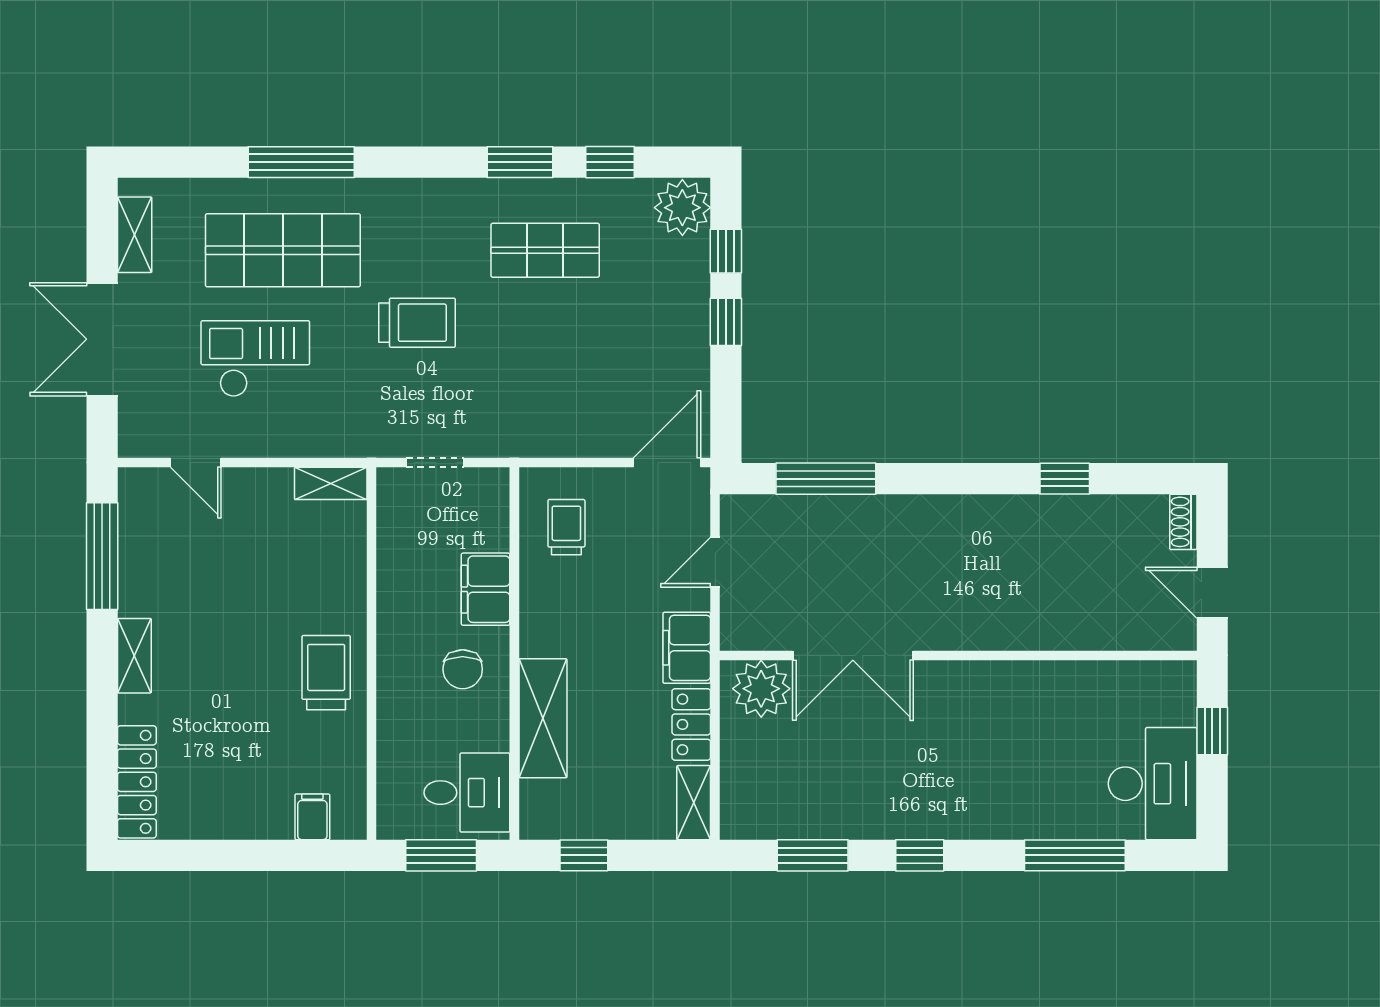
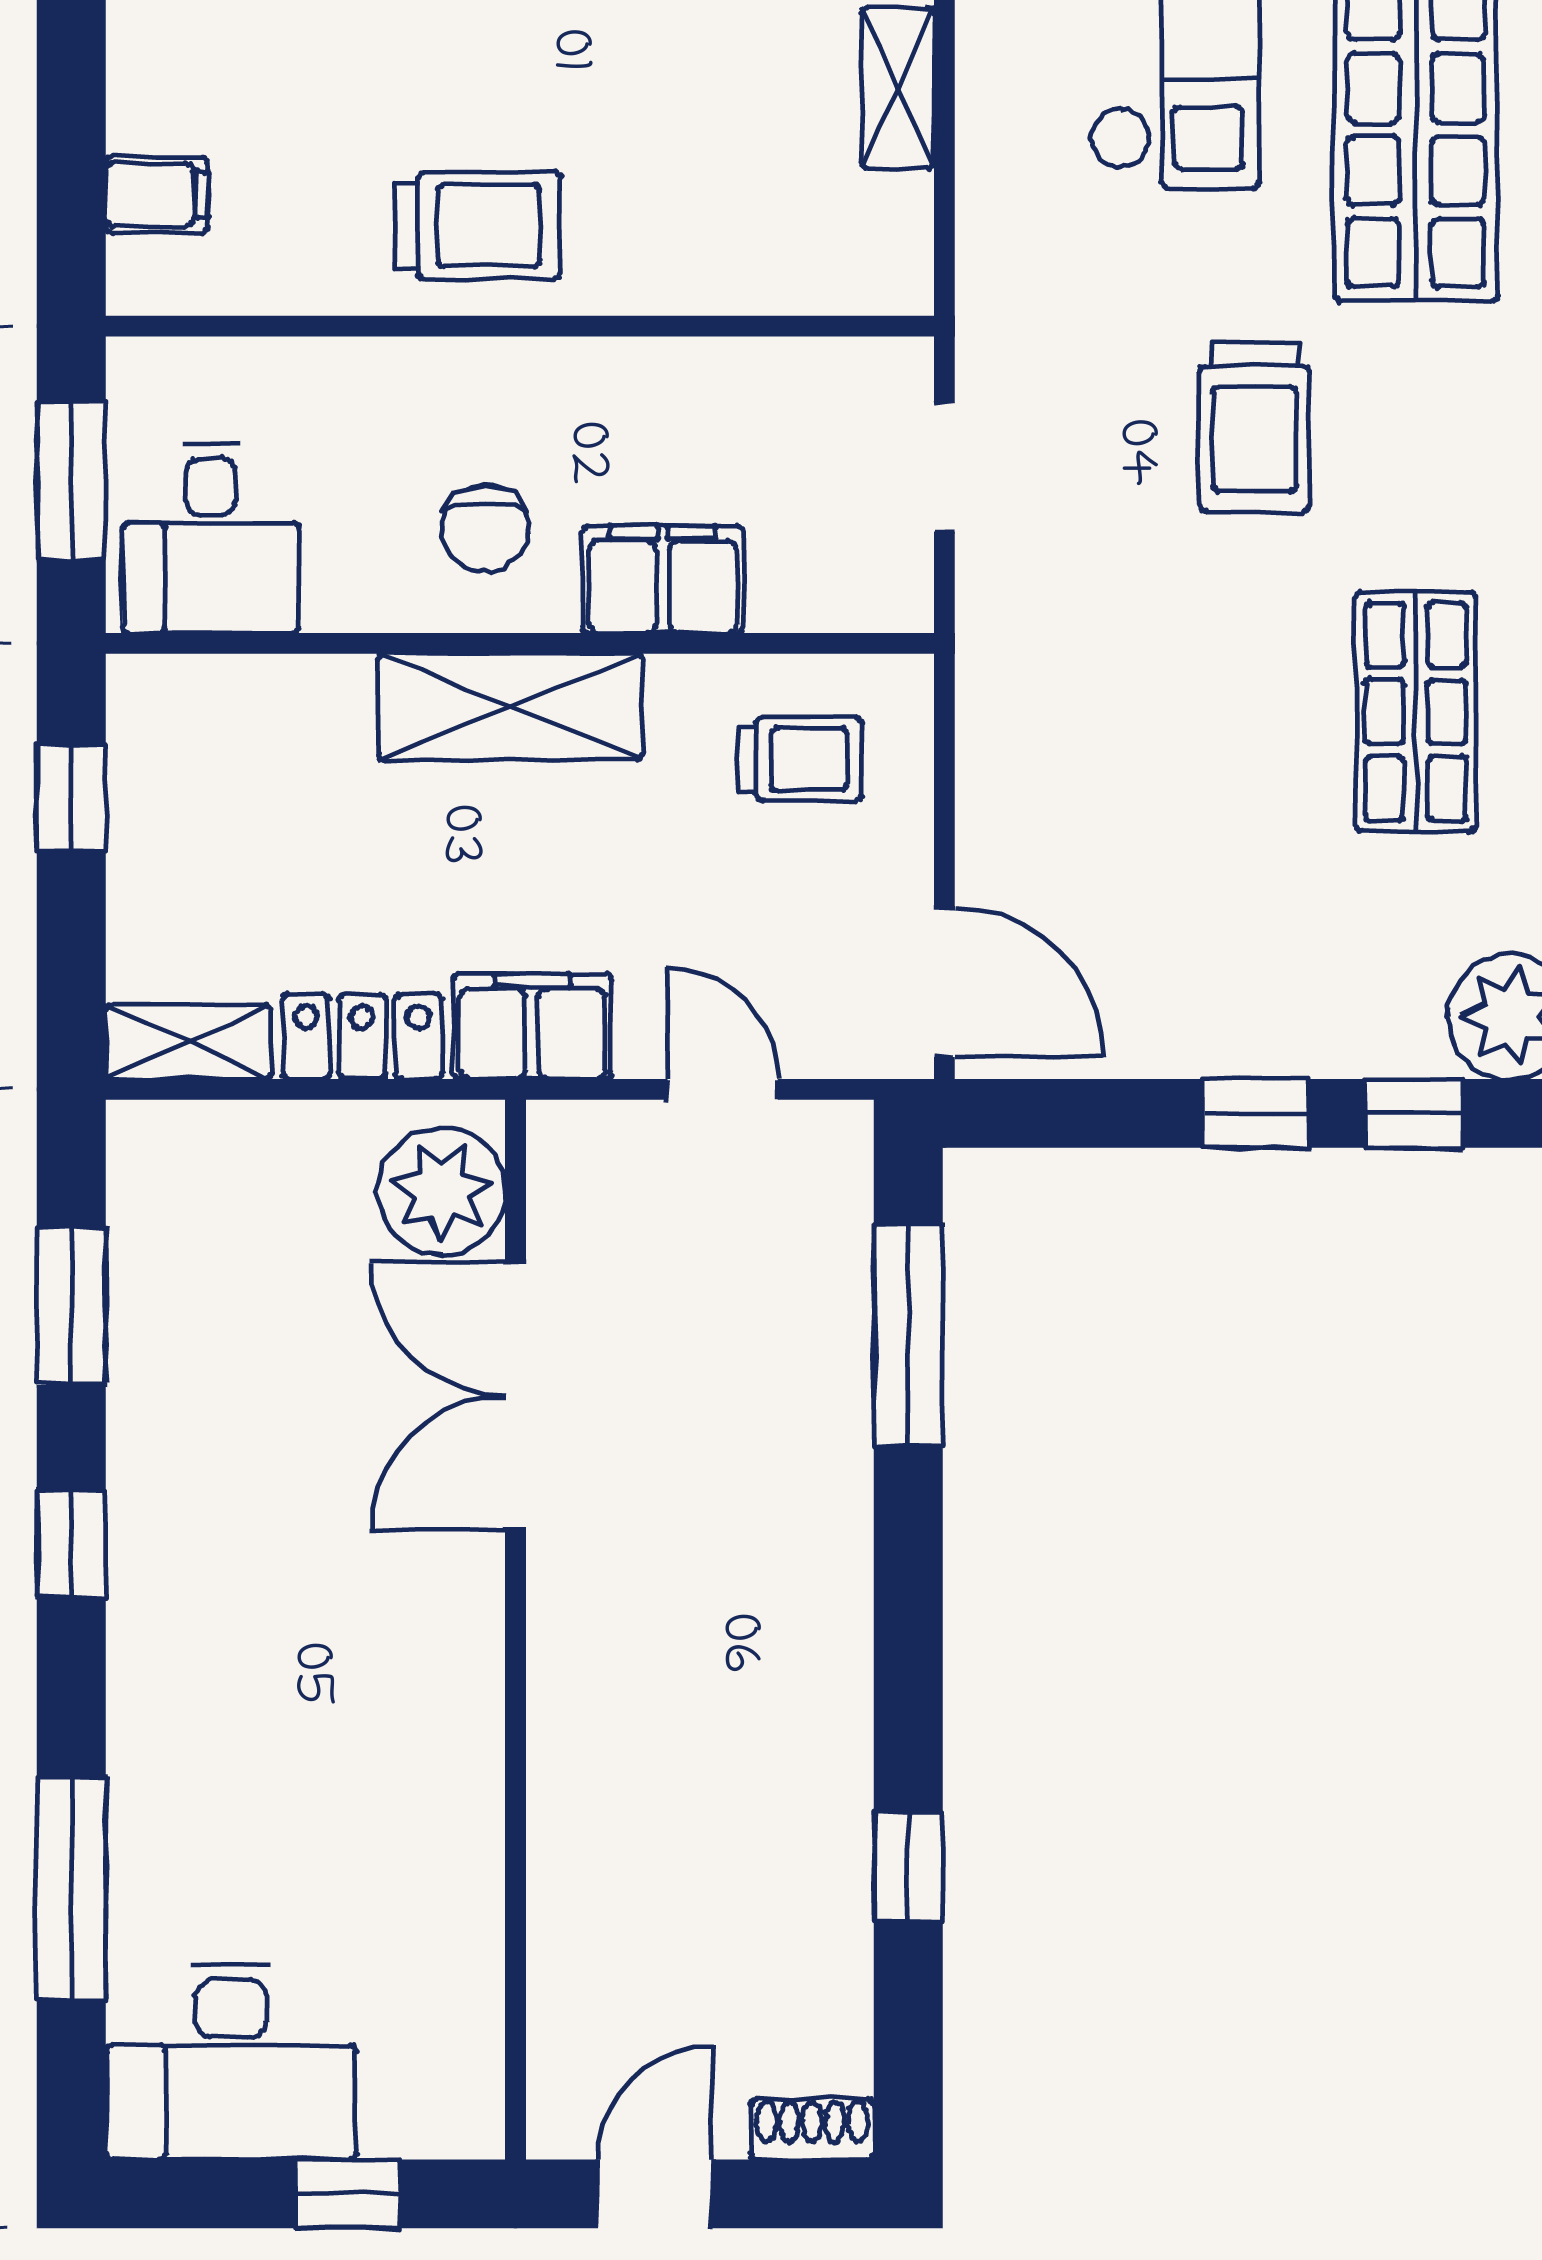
shelving: (331, 483) -> (898, 88), moved
chair: (463, 669) -> (485, 529), turned -90
shelving: (543, 718) -> (510, 707), moved

